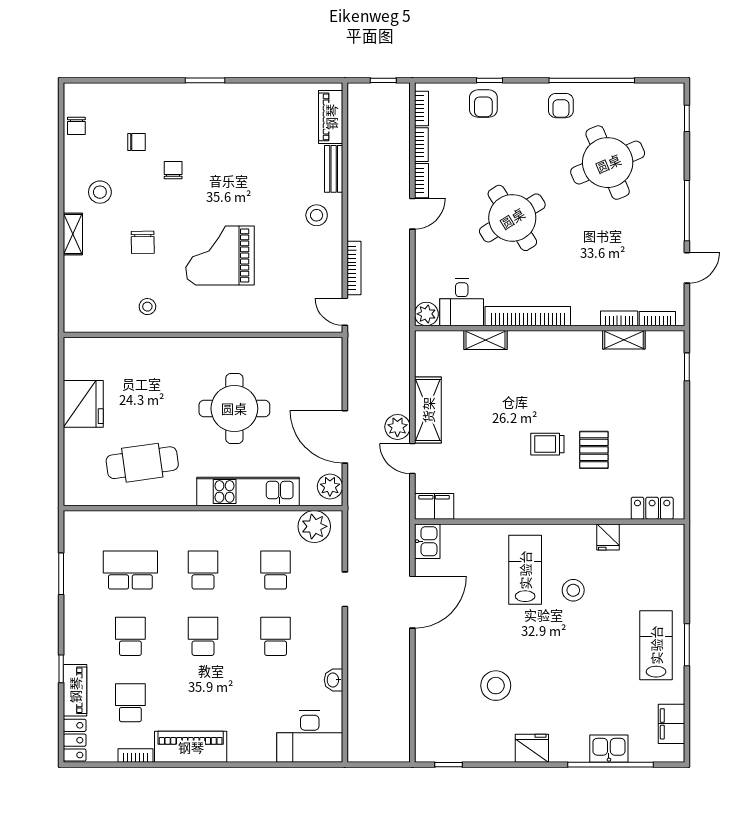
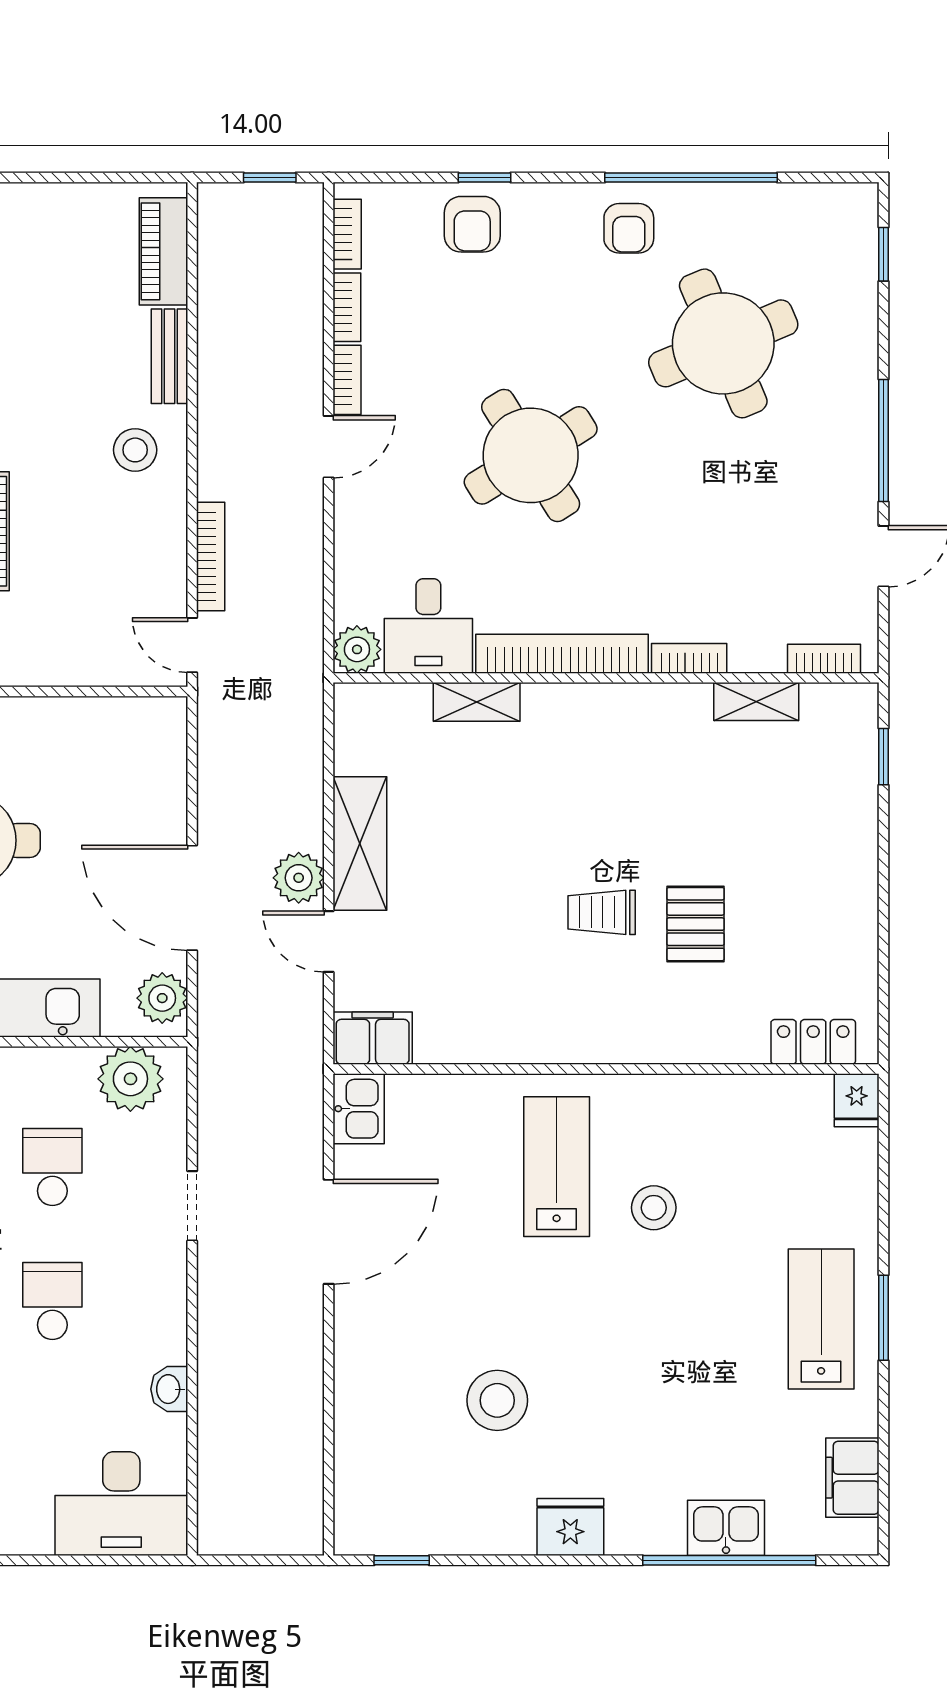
bookcase: (619, 318) -> (689, 658), moved
fridge: (608, 537) -> (857, 1100), moved

